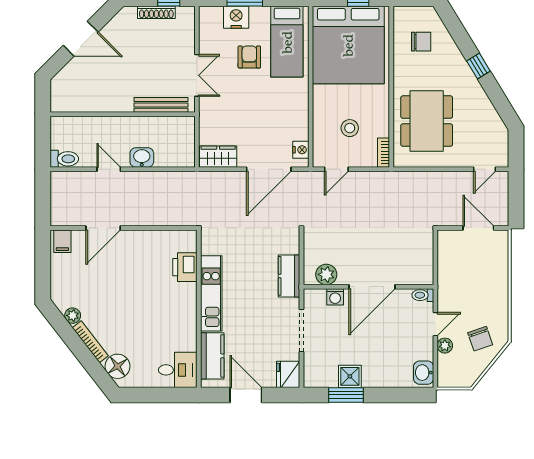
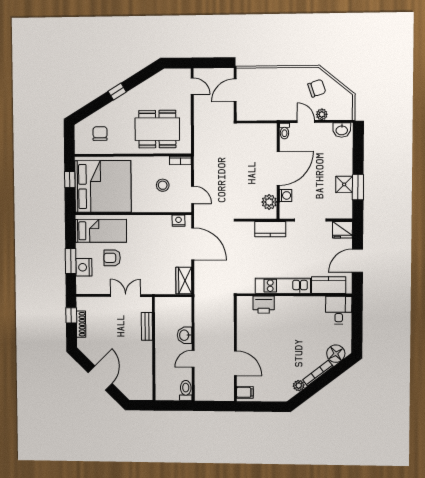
bench: (161, 105) -> (147, 326), width x0.73
door: (372, 287) -> (278, 168), hinge flipped

